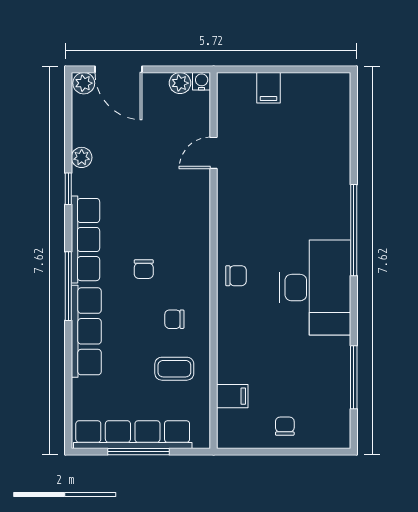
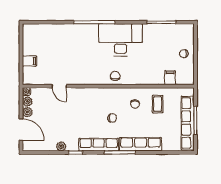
door: (118, 69) -> (21, 130), hinge flipped
plant: (84, 83) -> (27, 112), moved

